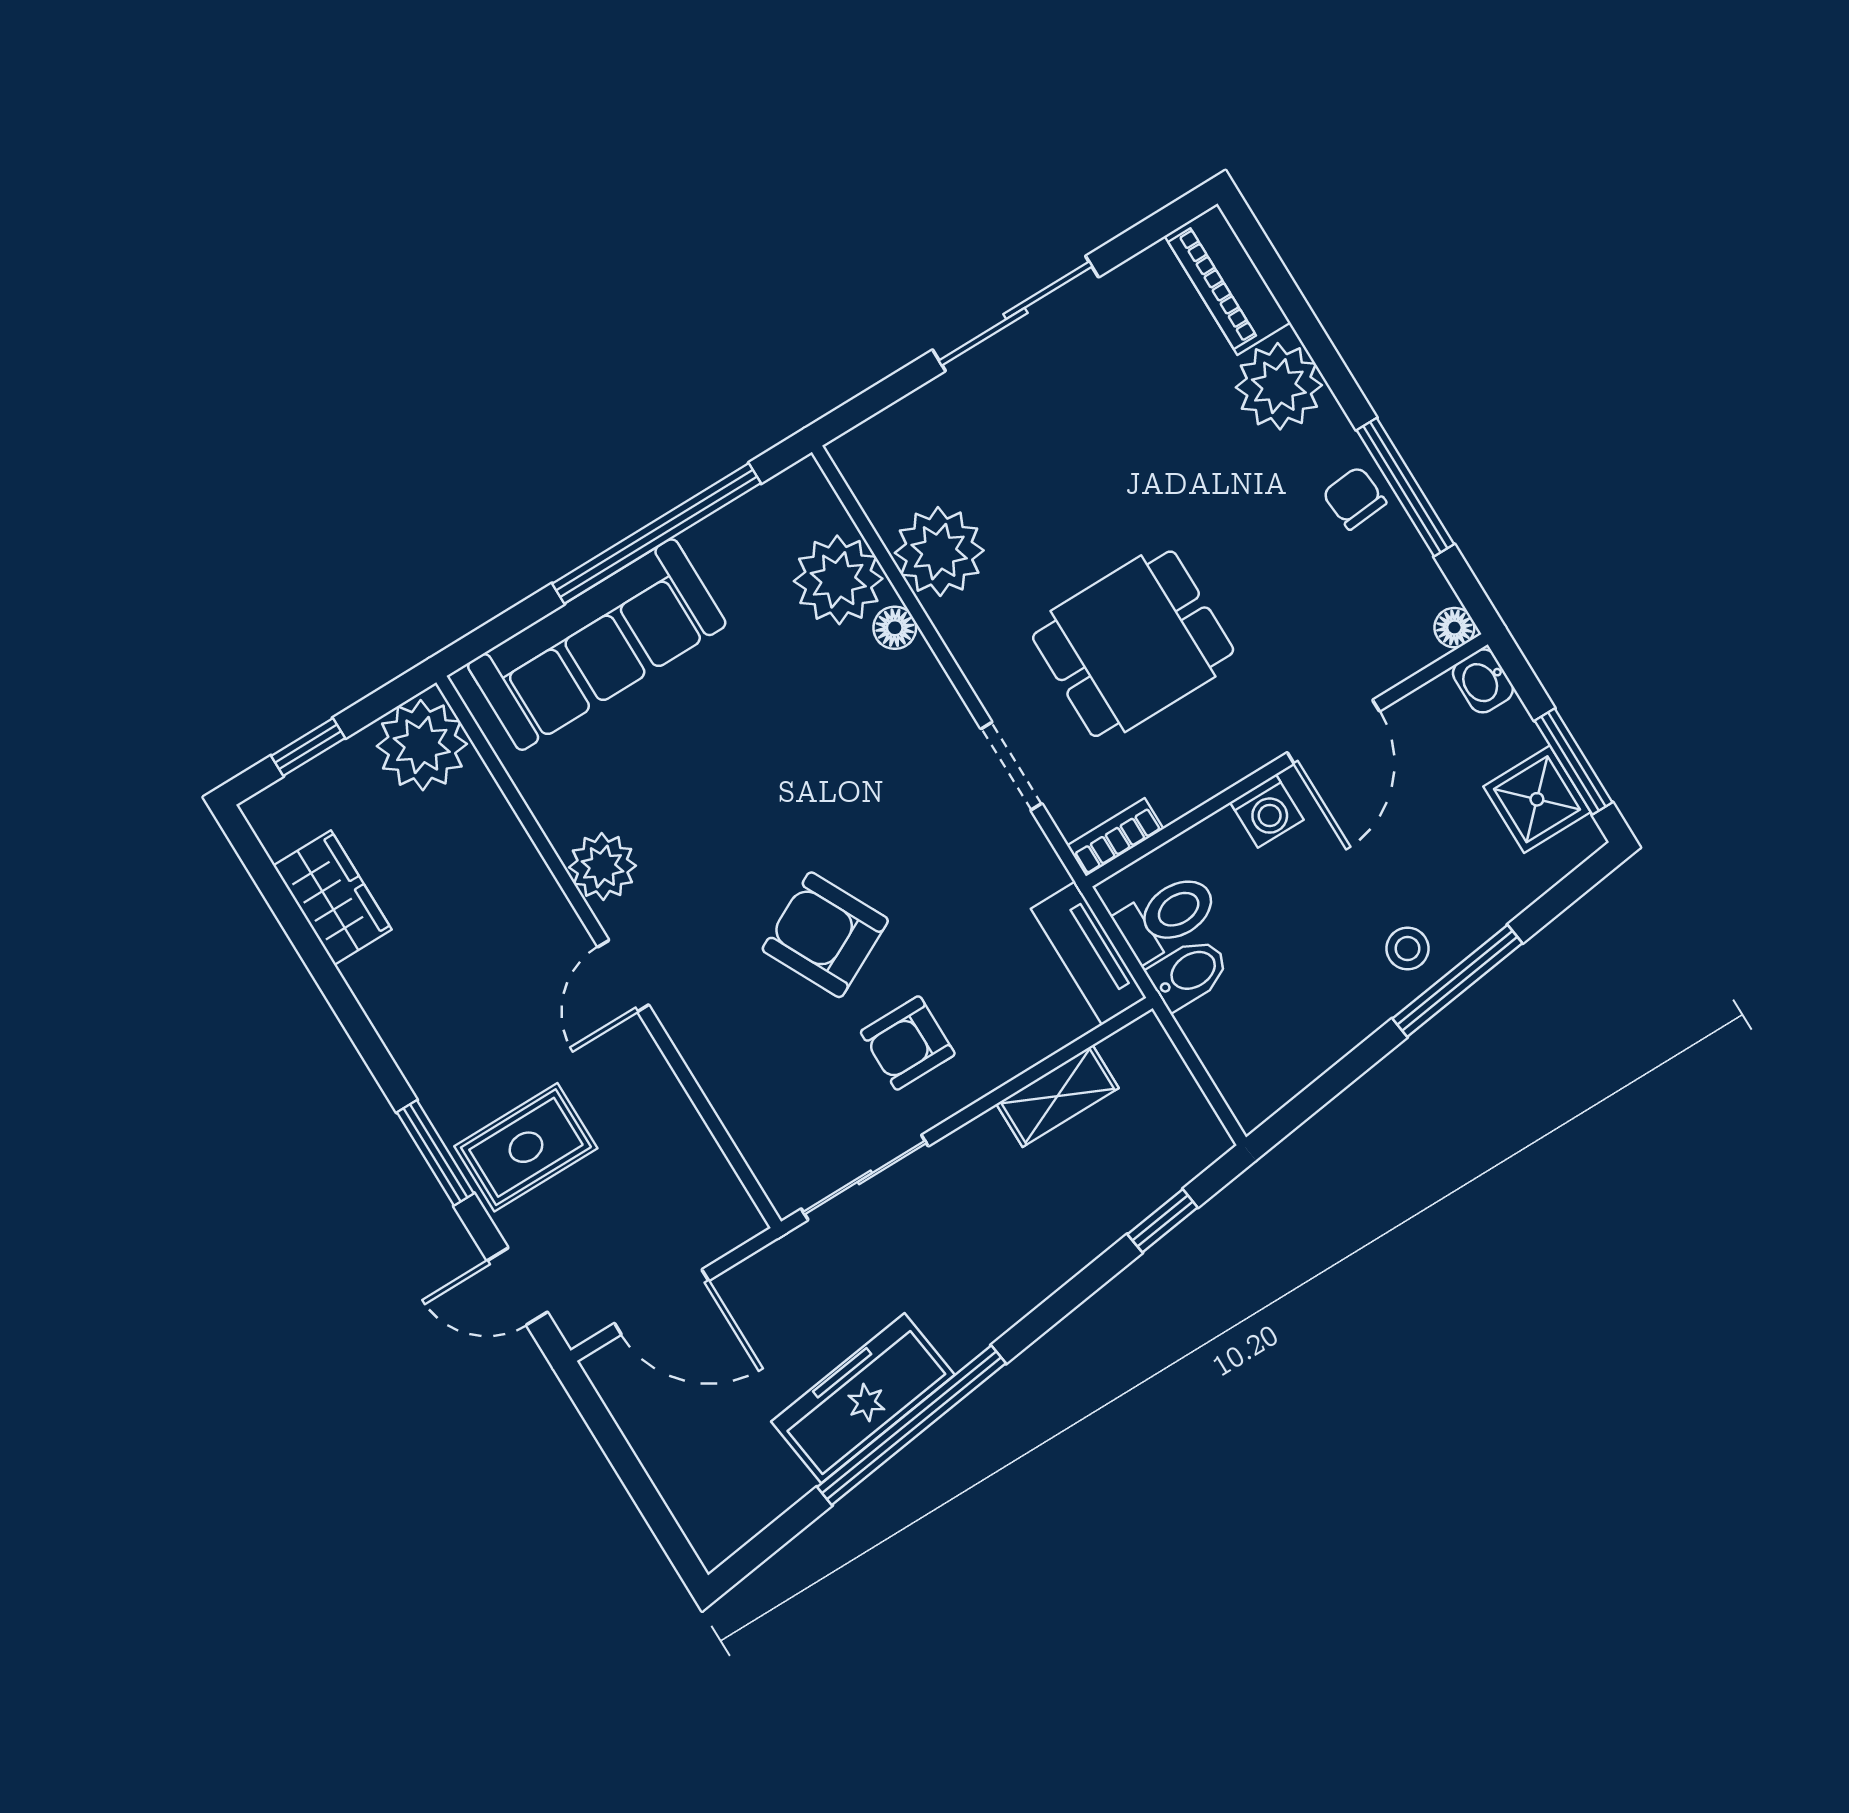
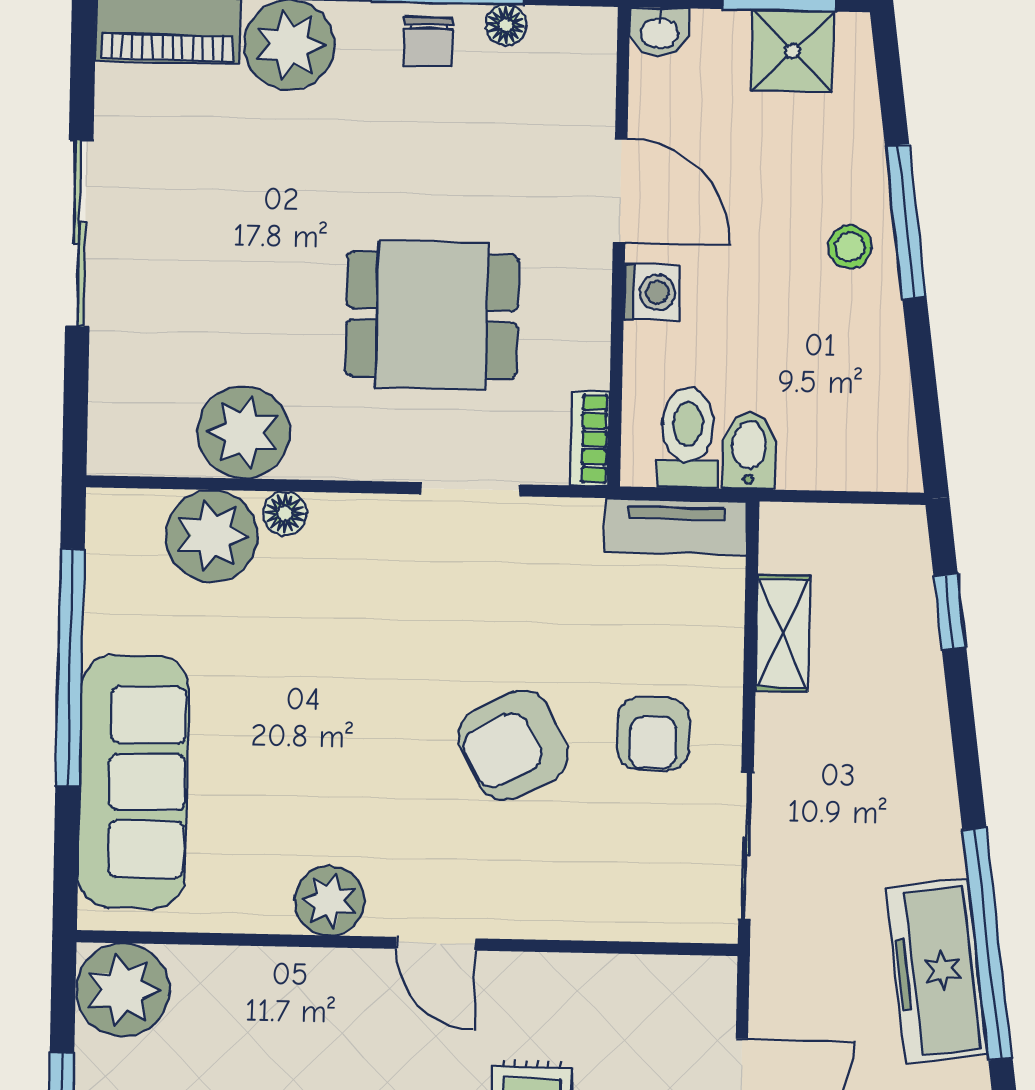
chair: (1354, 498) -> (429, 42), turned -85
floor lamp: (1454, 628) -> (506, 25), moved
dining table: (1133, 644) -> (432, 315), turned 90

